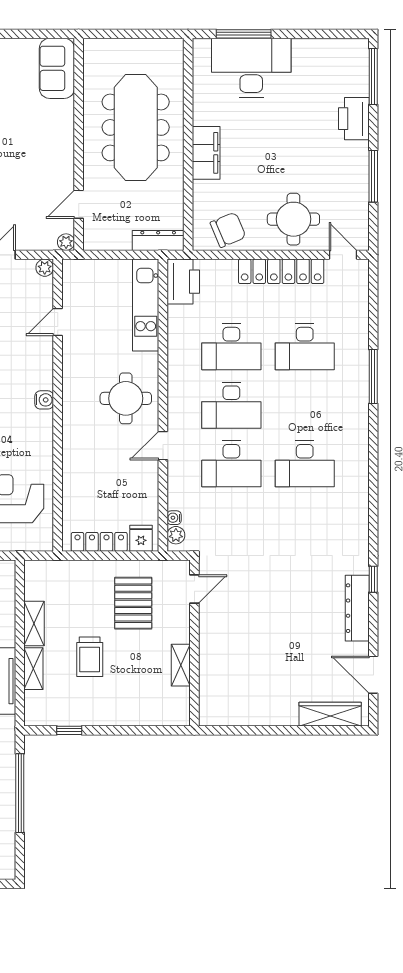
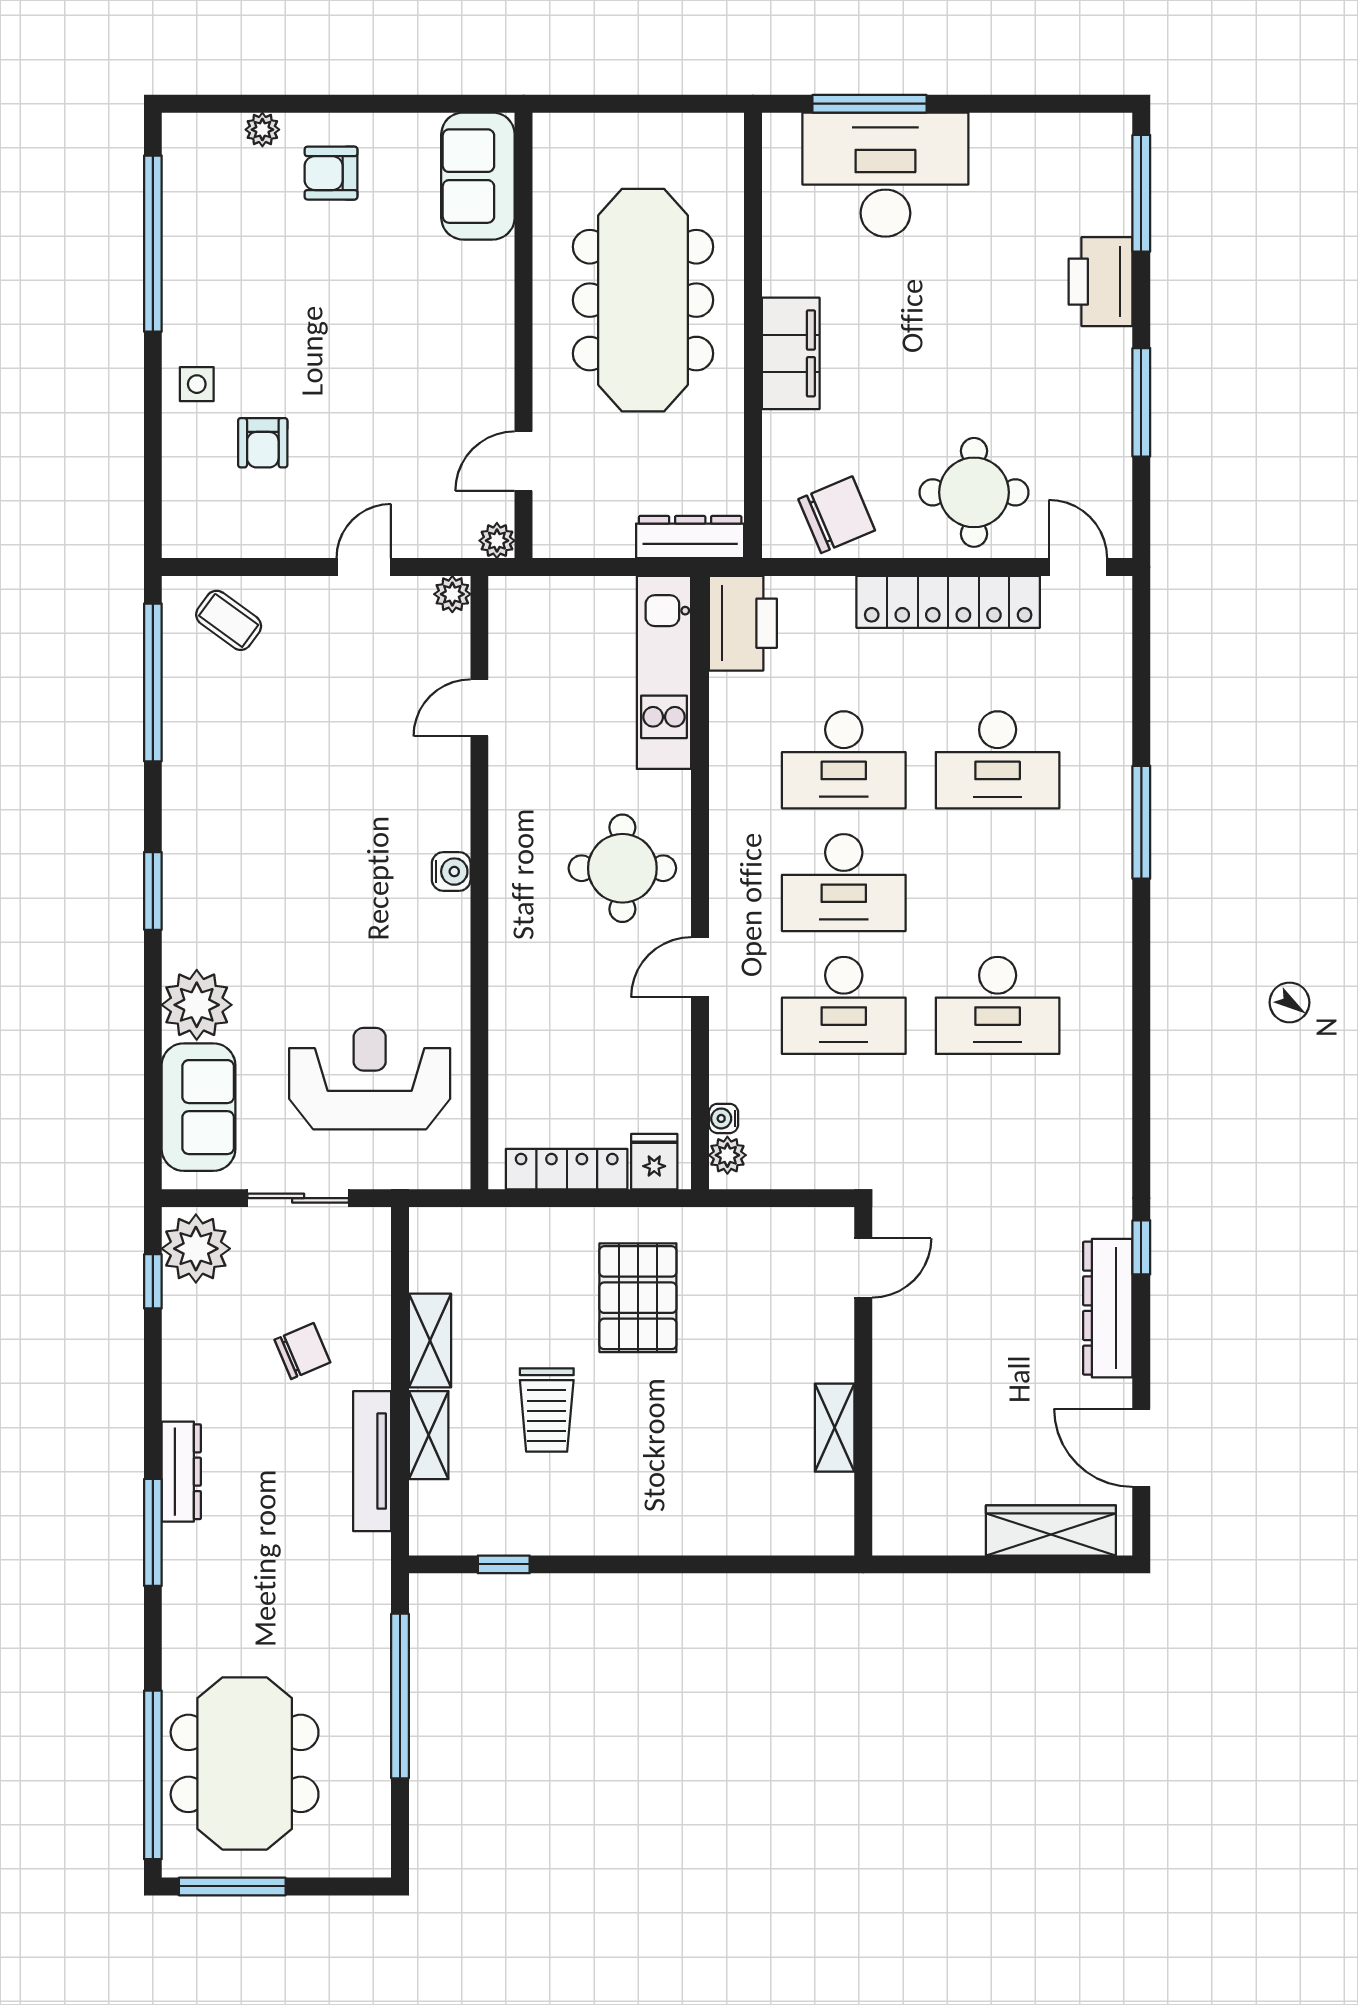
door: (194, 589) -> (863, 1268), moved
wall: (194, 643) -> (863, 1381), moved
shelving: (181, 665) -> (835, 1428), moved

